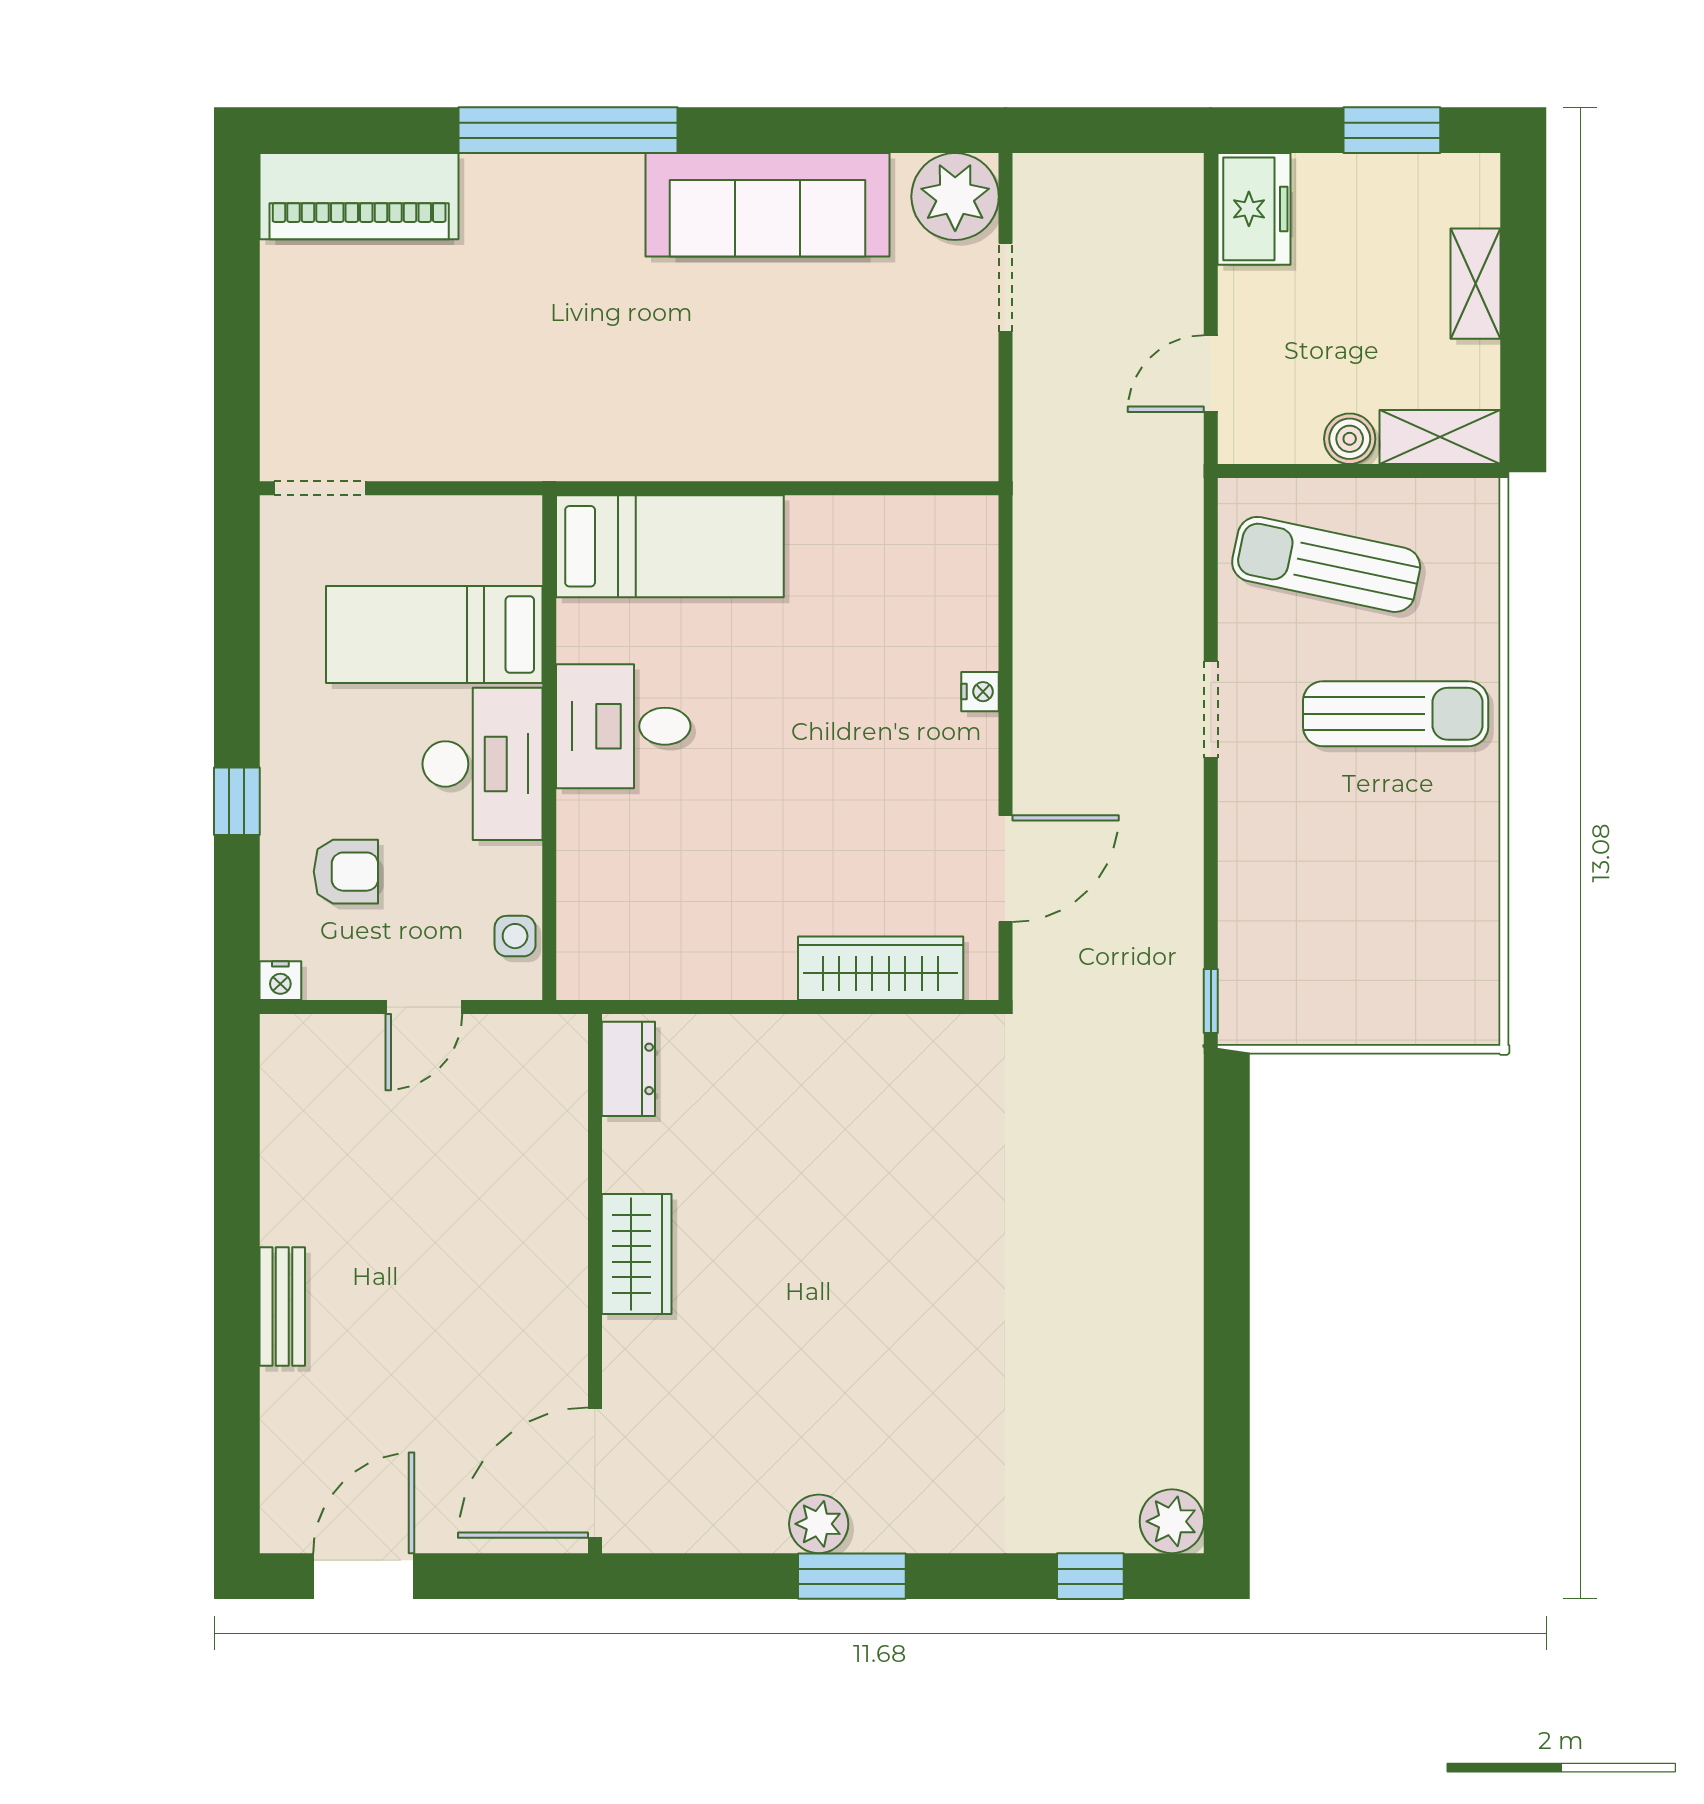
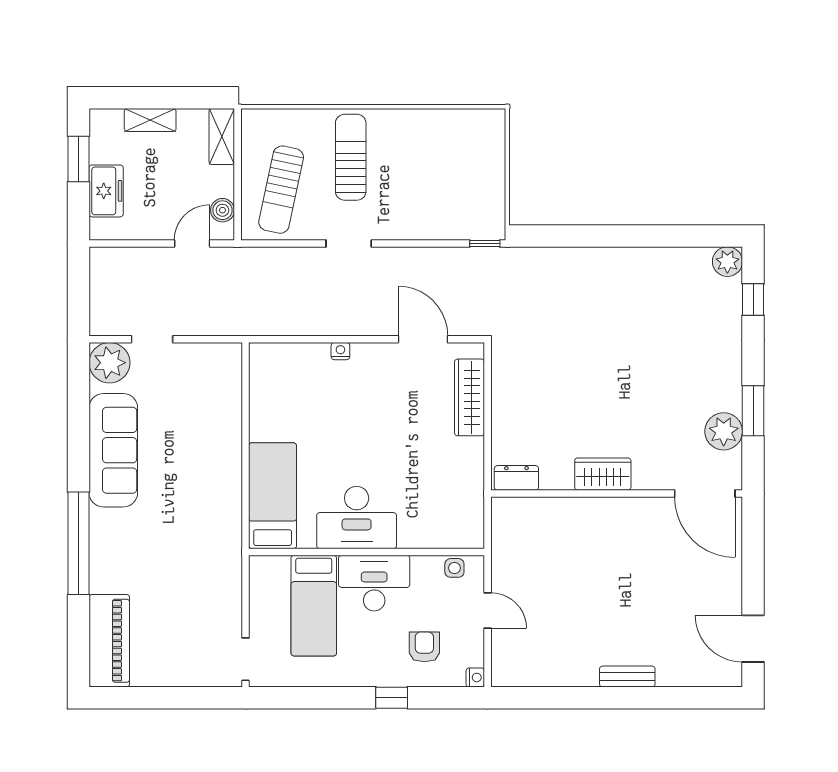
freezer: (1254, 209) -> (106, 191), moved, turned 90
door: (1211, 374) -> (192, 243), swing flipped
boiler: (1350, 439) -> (222, 210), moved
desk: (623, 726) -> (357, 518), width x1.37
dresser: (628, 1069) -> (516, 478), moved
wardrobe: (637, 1254) -> (603, 474), moved
wall: (595, 1284) -> (617, 493), moved
door: (595, 1473) -> (705, 493), moved
plant: (819, 1524) -> (724, 431), width x1.36, depth x1.36

